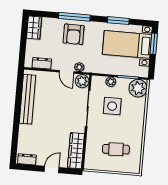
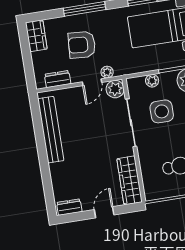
armchair: (74, 34) -> (82, 45), moved, turned 94
door: (66, 72) -> (92, 82), hinge flipped

